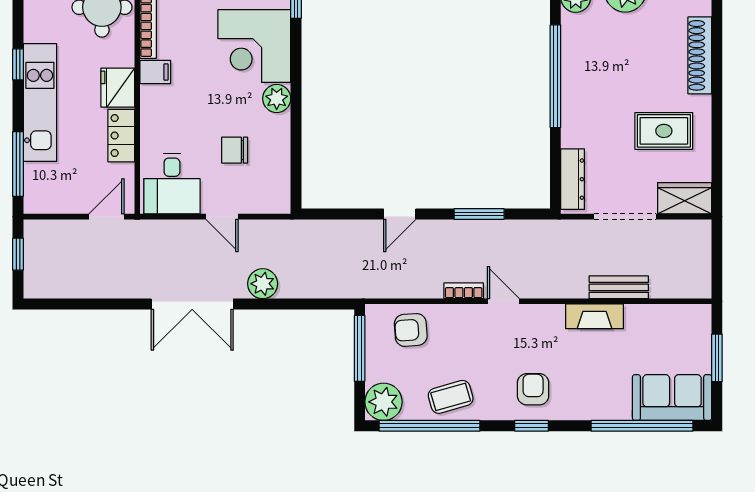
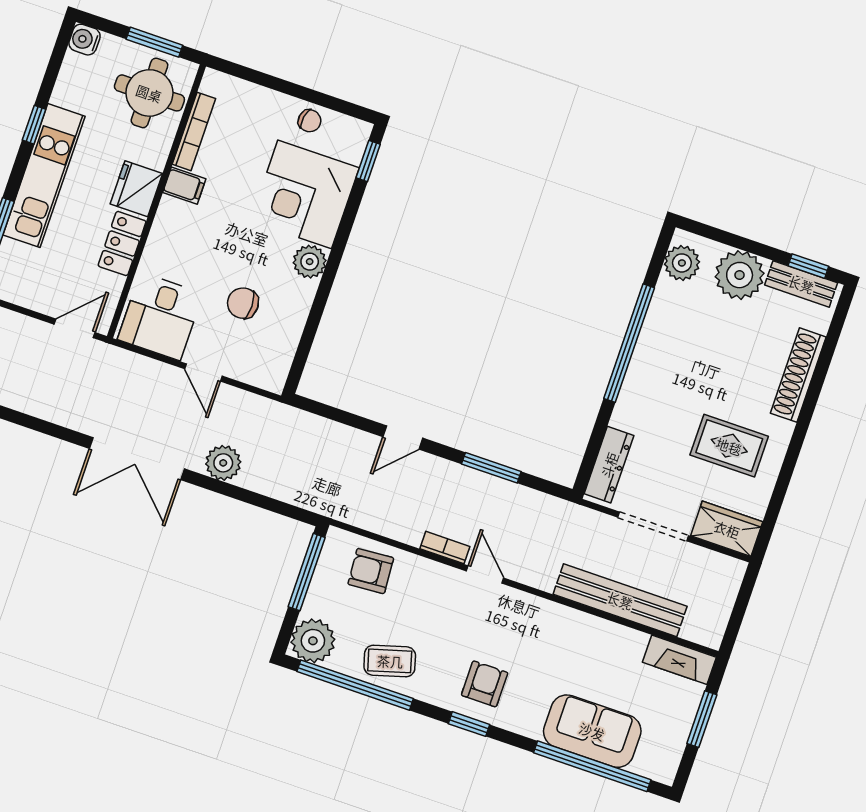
bench: (619, 287) -> (620, 600), width x1.86, depth x1.21
fireplace: (595, 316) -> (679, 660), moved
sofa: (672, 398) -> (592, 731), moved

